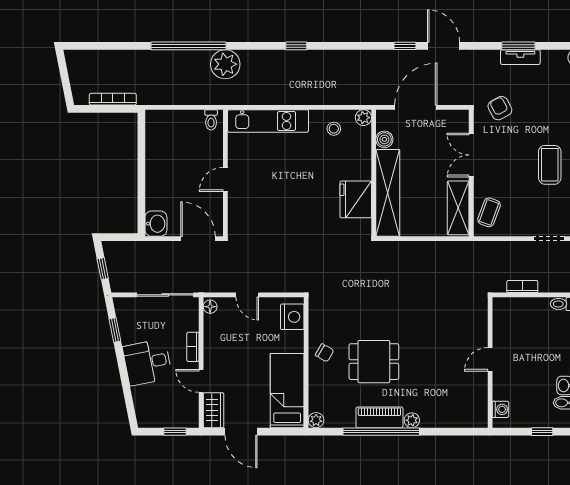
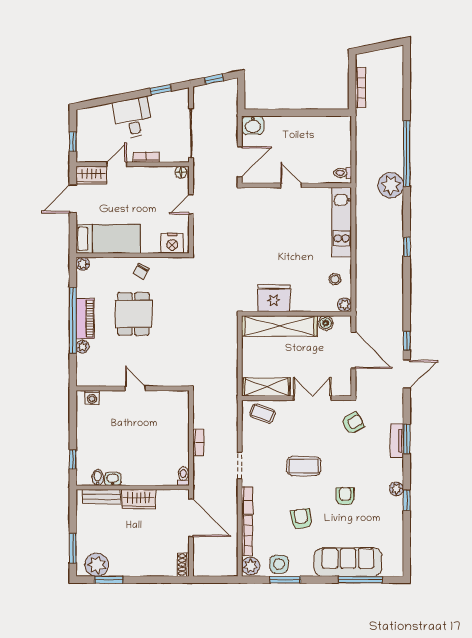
door: (490, 359) -> (135, 388), moved
wall: (490, 363) -> (133, 388), moved
washing machine: (500, 409) -> (92, 397), moved

